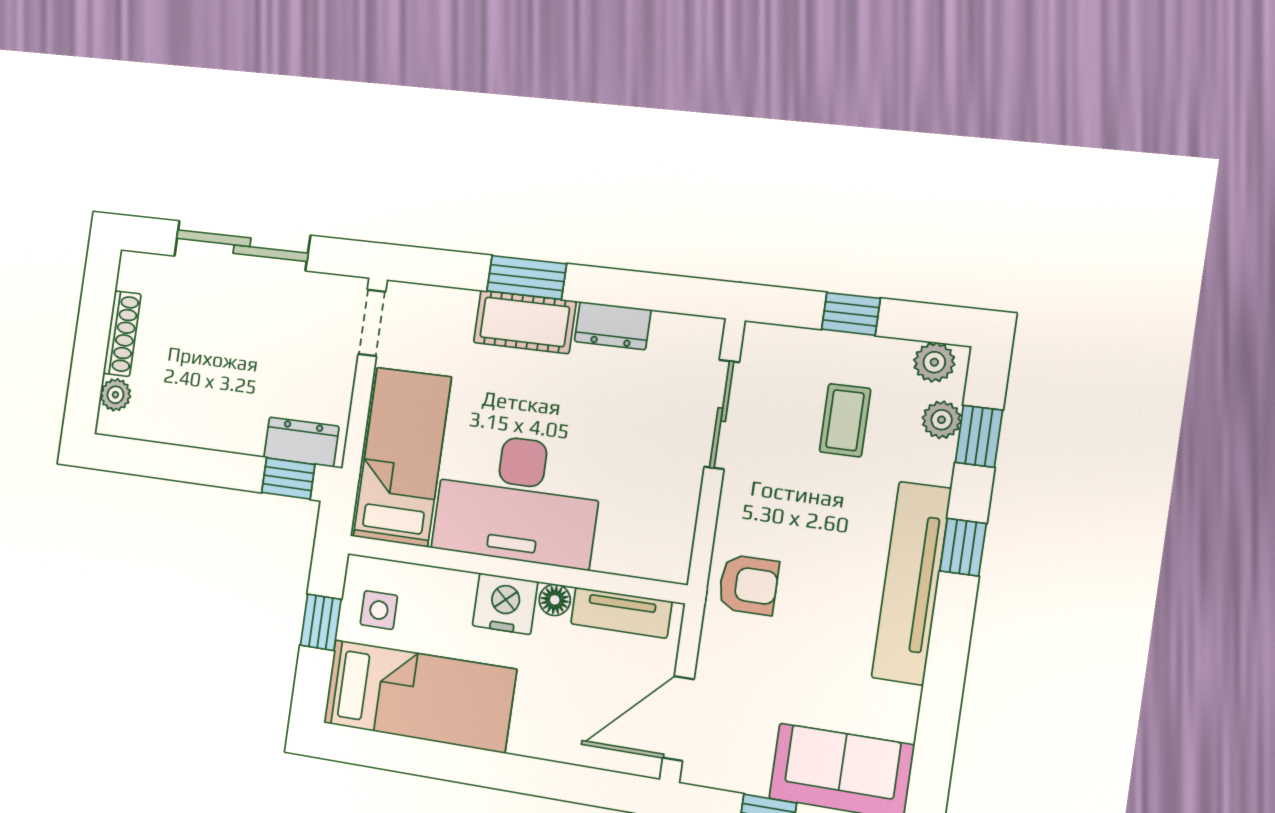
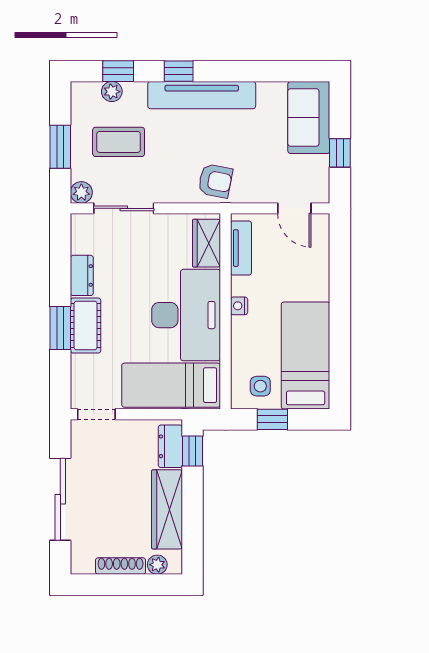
window: (851, 314) -> (60, 147), width x1.50
plant: (934, 362) -> (81, 192), moved
coffee table: (845, 420) -> (119, 142), width x1.36, depth x1.30
wardrobe: (200, 423) -> (167, 509), added
wardrobe: (638, 553) -> (207, 243), added
armchair: (748, 585) -> (215, 181), turned 101
floor lamp: (555, 600) -> (239, 286), removed
nightstand: (505, 604) -> (239, 306), width x0.53, depth x0.56
door: (678, 719) -> (294, 208), width x0.73

